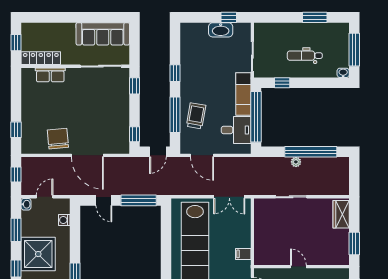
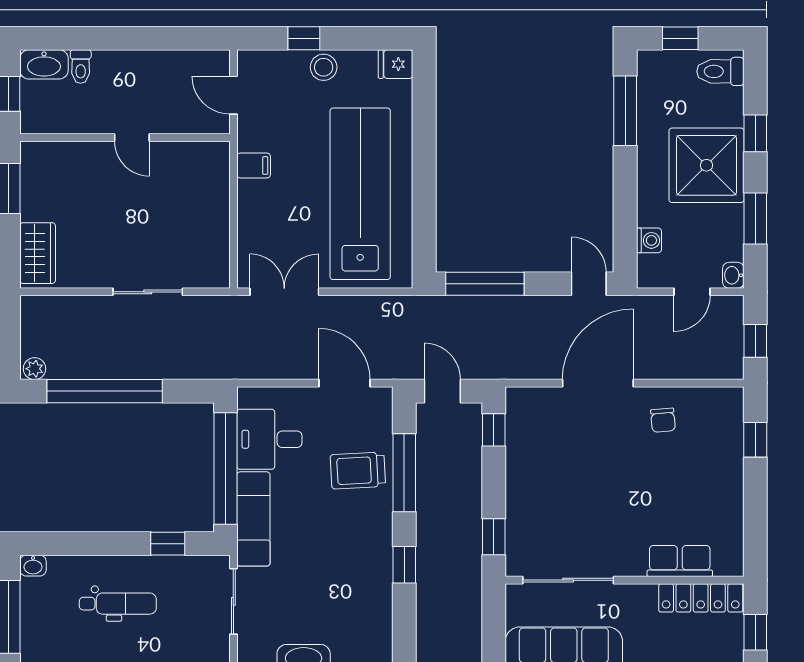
trolley: (196, 116) -> (358, 471), turned 77
chair: (58, 139) -> (663, 420), width x0.54, depth x0.54
door: (158, 152) -> (442, 391), hinge flipped
door: (87, 155) -> (598, 383), hinge flipped
plant: (296, 162) -> (35, 369), moved
door: (104, 200) -> (589, 284), moved

